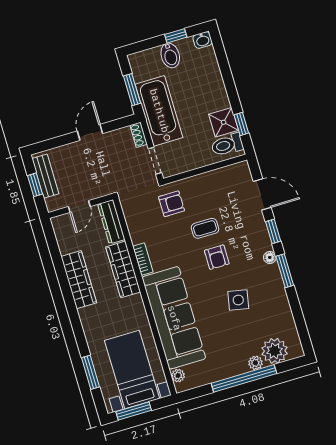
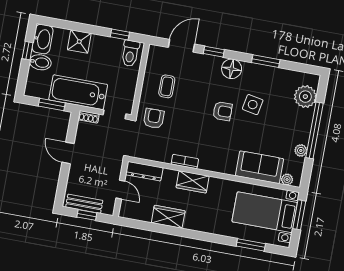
washbasin: (203, 40) -> (43, 39), width x1.91, depth x1.45
shower: (224, 122) -> (79, 42), moved
coffee table: (205, 228) -> (167, 86), moved
armchair: (217, 257) -> (222, 111), moved
floor lamp: (270, 257) -> (232, 69), width x1.89, depth x1.89
wardrobe: (123, 269) -> (193, 182), width x0.67
window: (285, 271) -> (266, 61), moved
wardrobe: (79, 280) -> (168, 217), width x0.67
sofa: (174, 318) -> (259, 167), width x0.54, depth x0.79
plant: (255, 363) -> (301, 150), moved
window: (134, 411) -> (299, 215), moved

